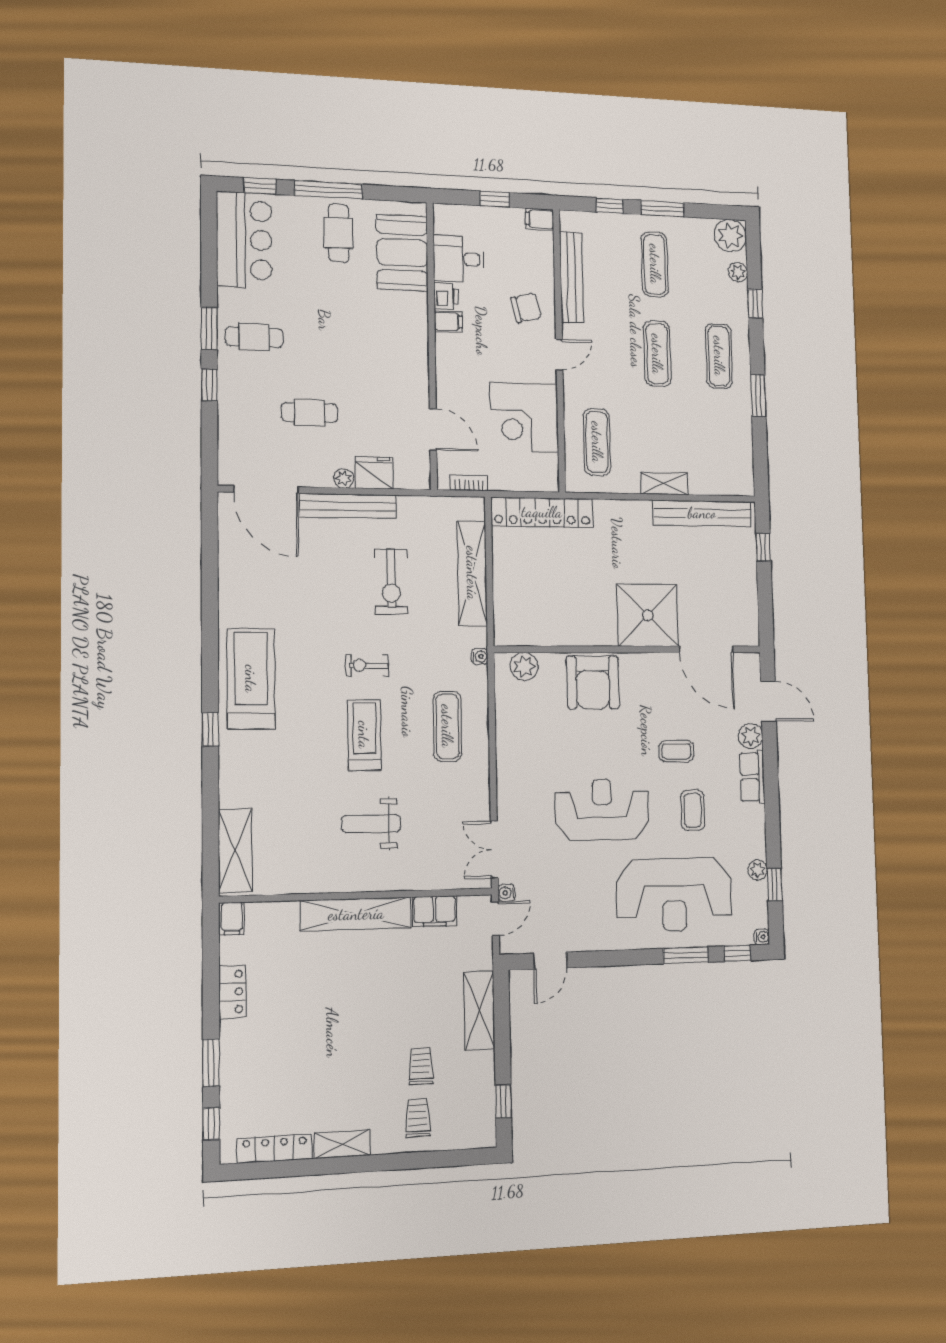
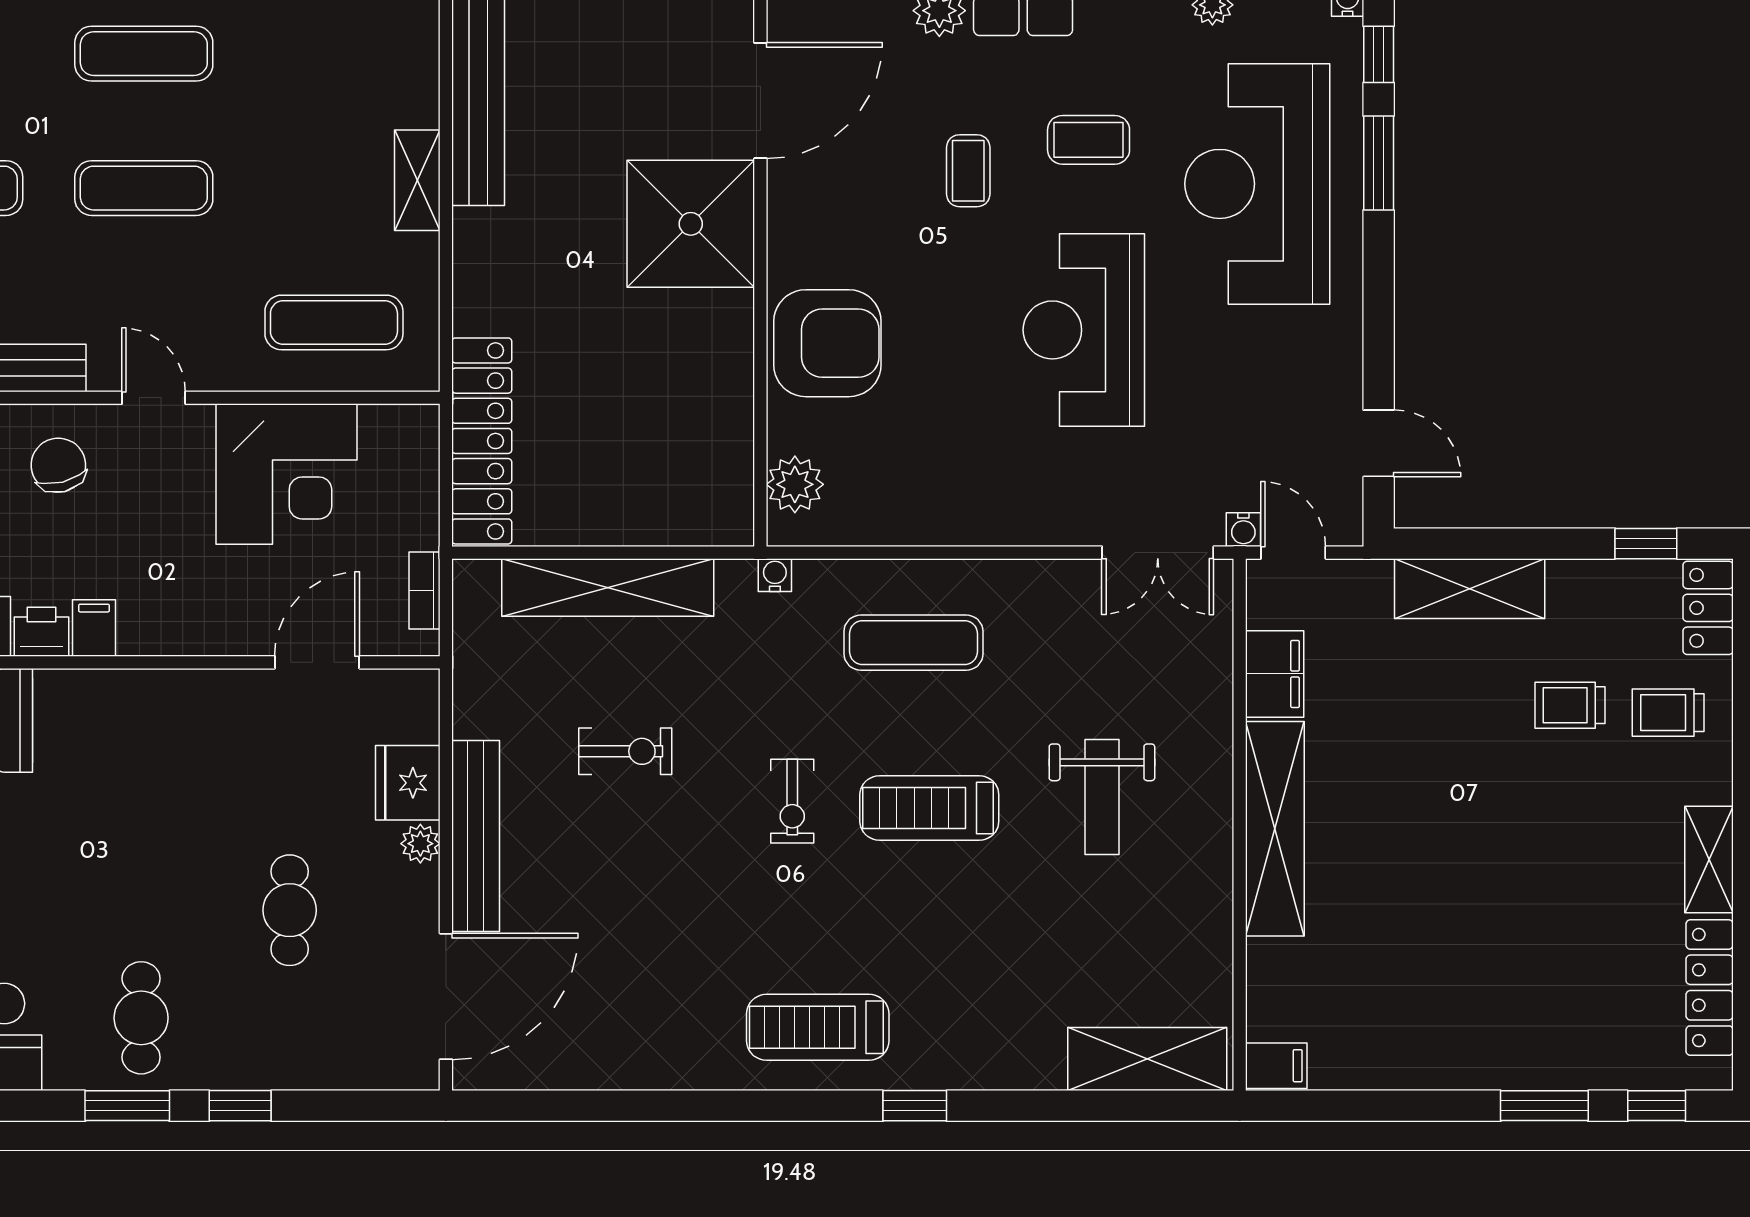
exercise bike: (391, 581) -> (625, 751), width x0.73, depth x0.72
treadmill: (251, 679) -> (818, 1027), width x0.73, depth x0.73
reception desk: (674, 895) -> (1257, 184), turned 180
locker: (232, 992) -> (1708, 608), moved, turned -90

